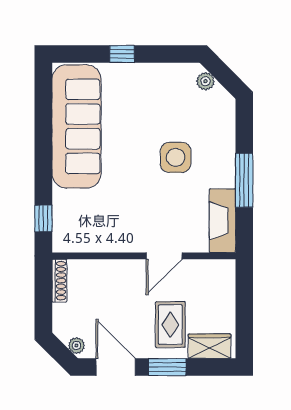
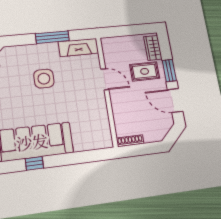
window: (43, 218) -> (34, 163), moved
plant: (76, 346) -> (167, 125), removed
door: (116, 367) -> (175, 101), hinge flipped

